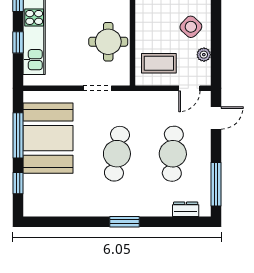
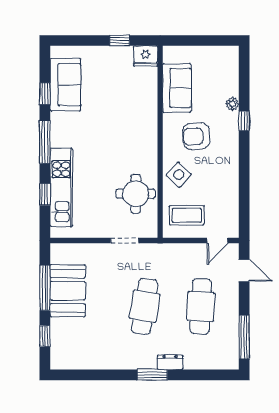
side table: (191, 27) -> (179, 175), moved
plant: (204, 55) -> (232, 207), removed
door: (216, 118) -> (244, 270), hinge flipped
booth: (48, 138) -> (68, 291), width x0.73, depth x0.70
dresser: (186, 209) -> (170, 362), moved

